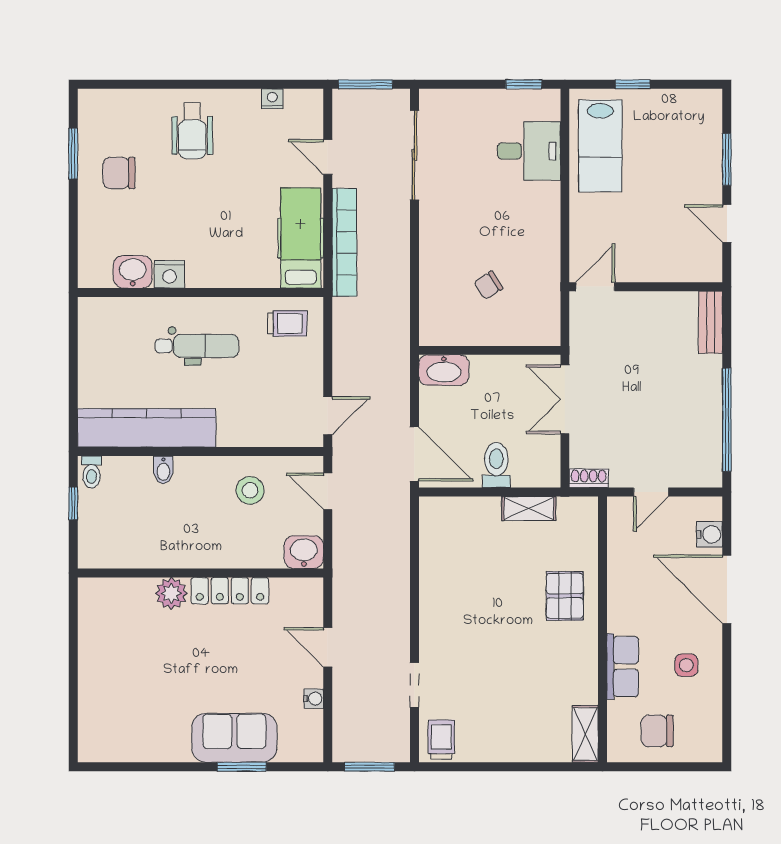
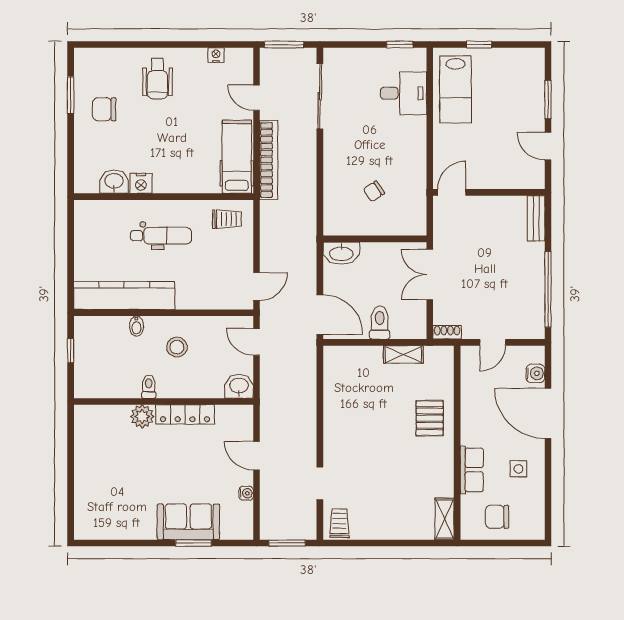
toilet: (92, 472) -> (149, 387), moved, turned 180
stool: (250, 490) -> (177, 347), moved

